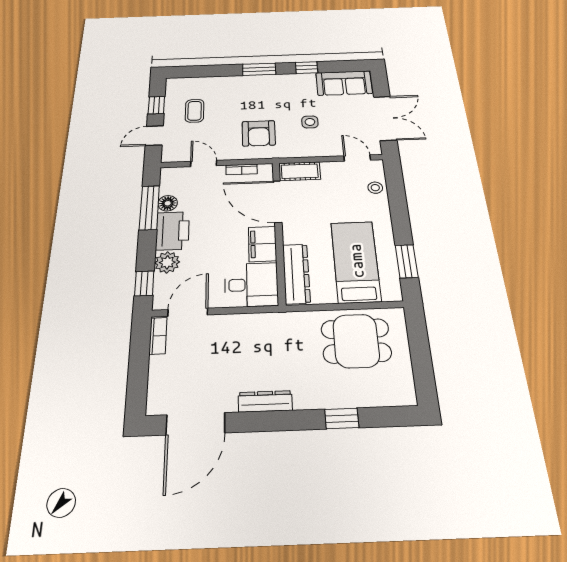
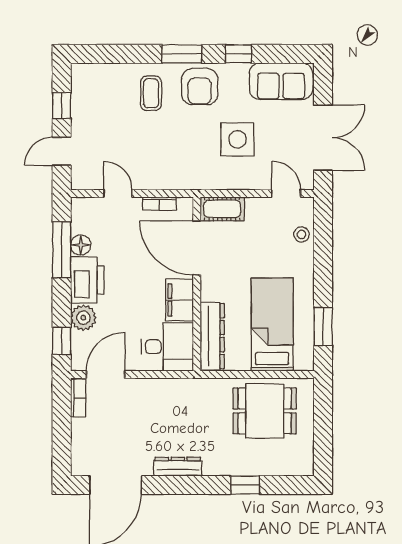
coffee table: (195, 111) -> (151, 93), moved
side table: (310, 122) -> (237, 139), width x1.87, depth x1.87
armchair: (259, 133) -> (200, 87), moved

